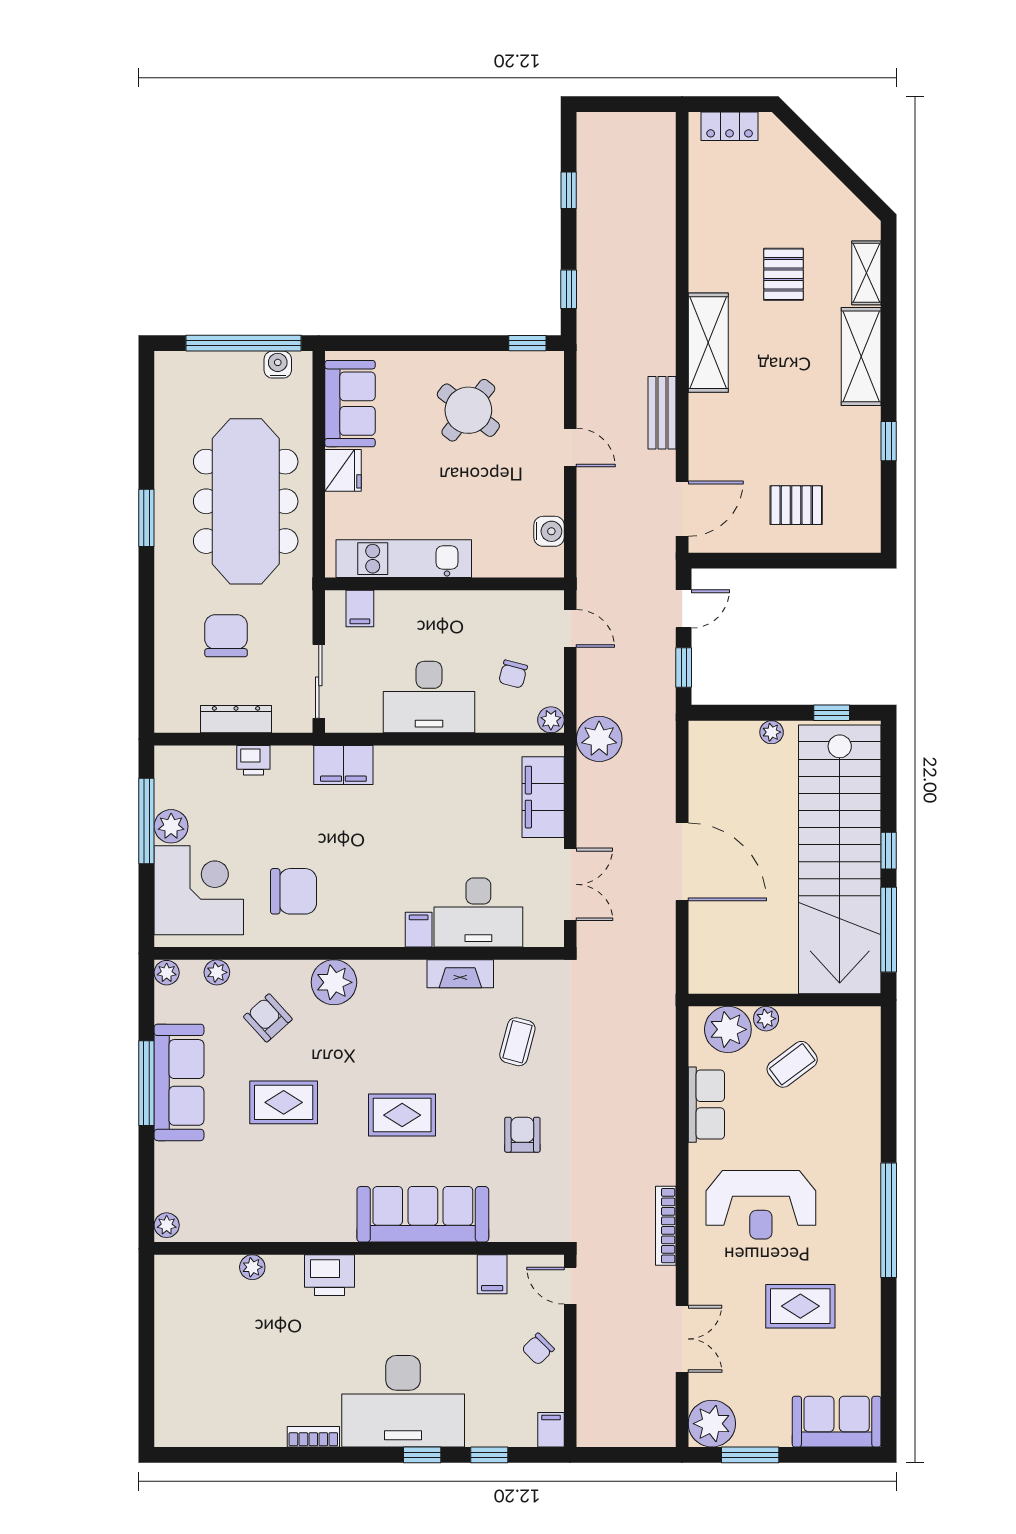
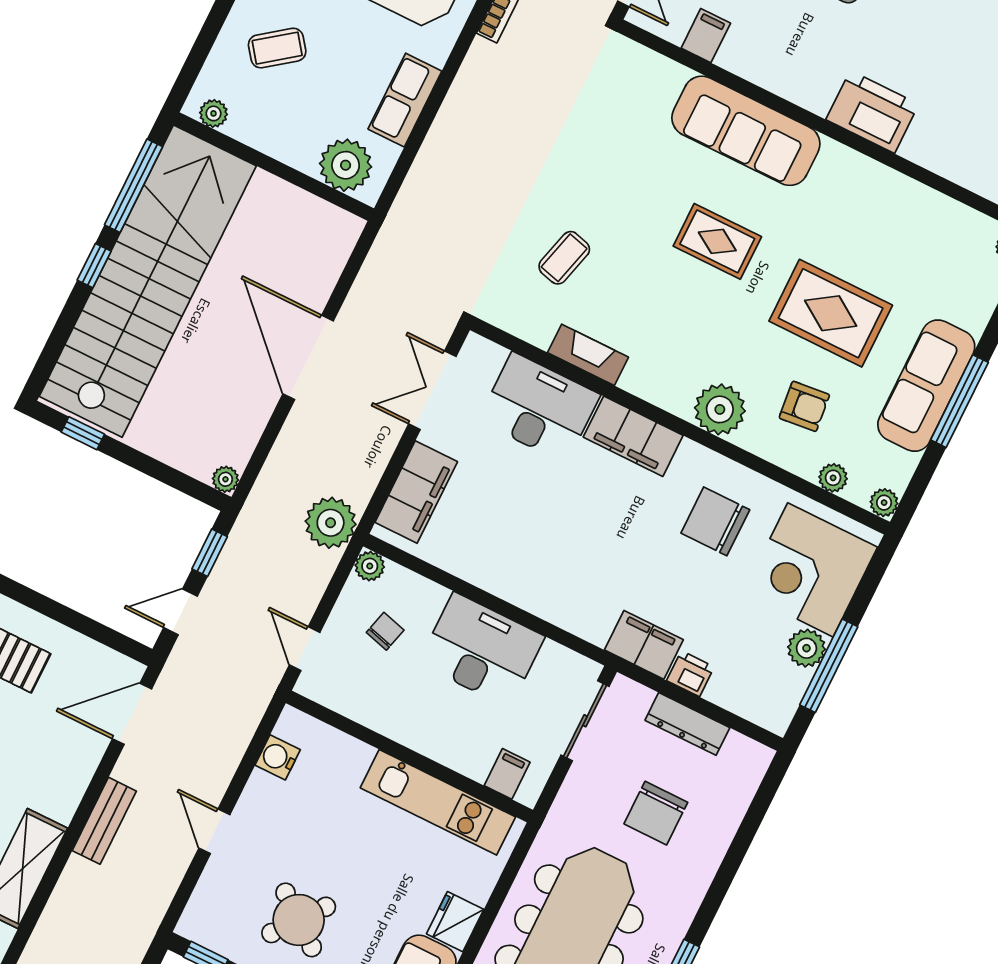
plant: (772, 732) -> (225, 479), moved
filing cabinet: (343, 765) -> (644, 645), moved
filing cabinet: (419, 930) -> (633, 436), width x3.00, depth x1.17
armchair: (268, 1018) -> (804, 406), turned -54
plant: (766, 1019) -> (214, 113), moved
coffee table: (792, 1064) -> (277, 48), moved
rug: (284, 1102) -> (831, 313), width x1.36, depth x1.43
armchair: (522, 1135) -> (606, 161), removed
plant: (252, 1267) -> (944, 162), removed
printer: (330, 1275) -> (872, 112), width x1.37, depth x1.19

